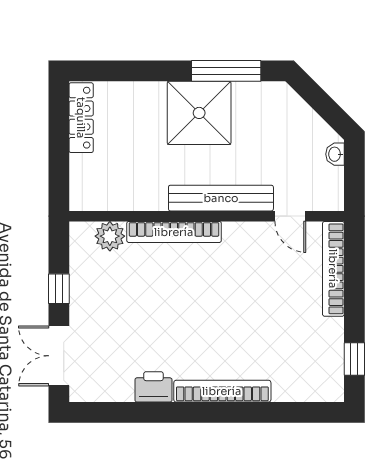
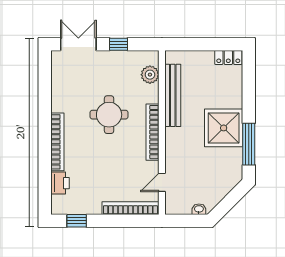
locker: (81, 118) -> (228, 57), width x0.66
bench: (221, 198) -> (173, 95), moved
bookcase: (174, 232) -> (152, 132), moved
round table: (177, 305) -> (109, 115), added
printer: (153, 387) -> (60, 183), moved

